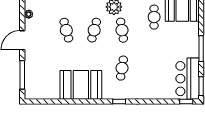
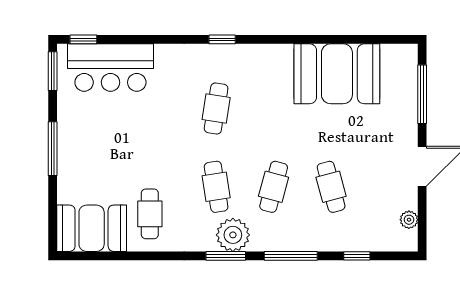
bar counter: (188, 79) -> (110, 68), moved, turned 90
booth: (81, 85) -> (337, 74), moved

